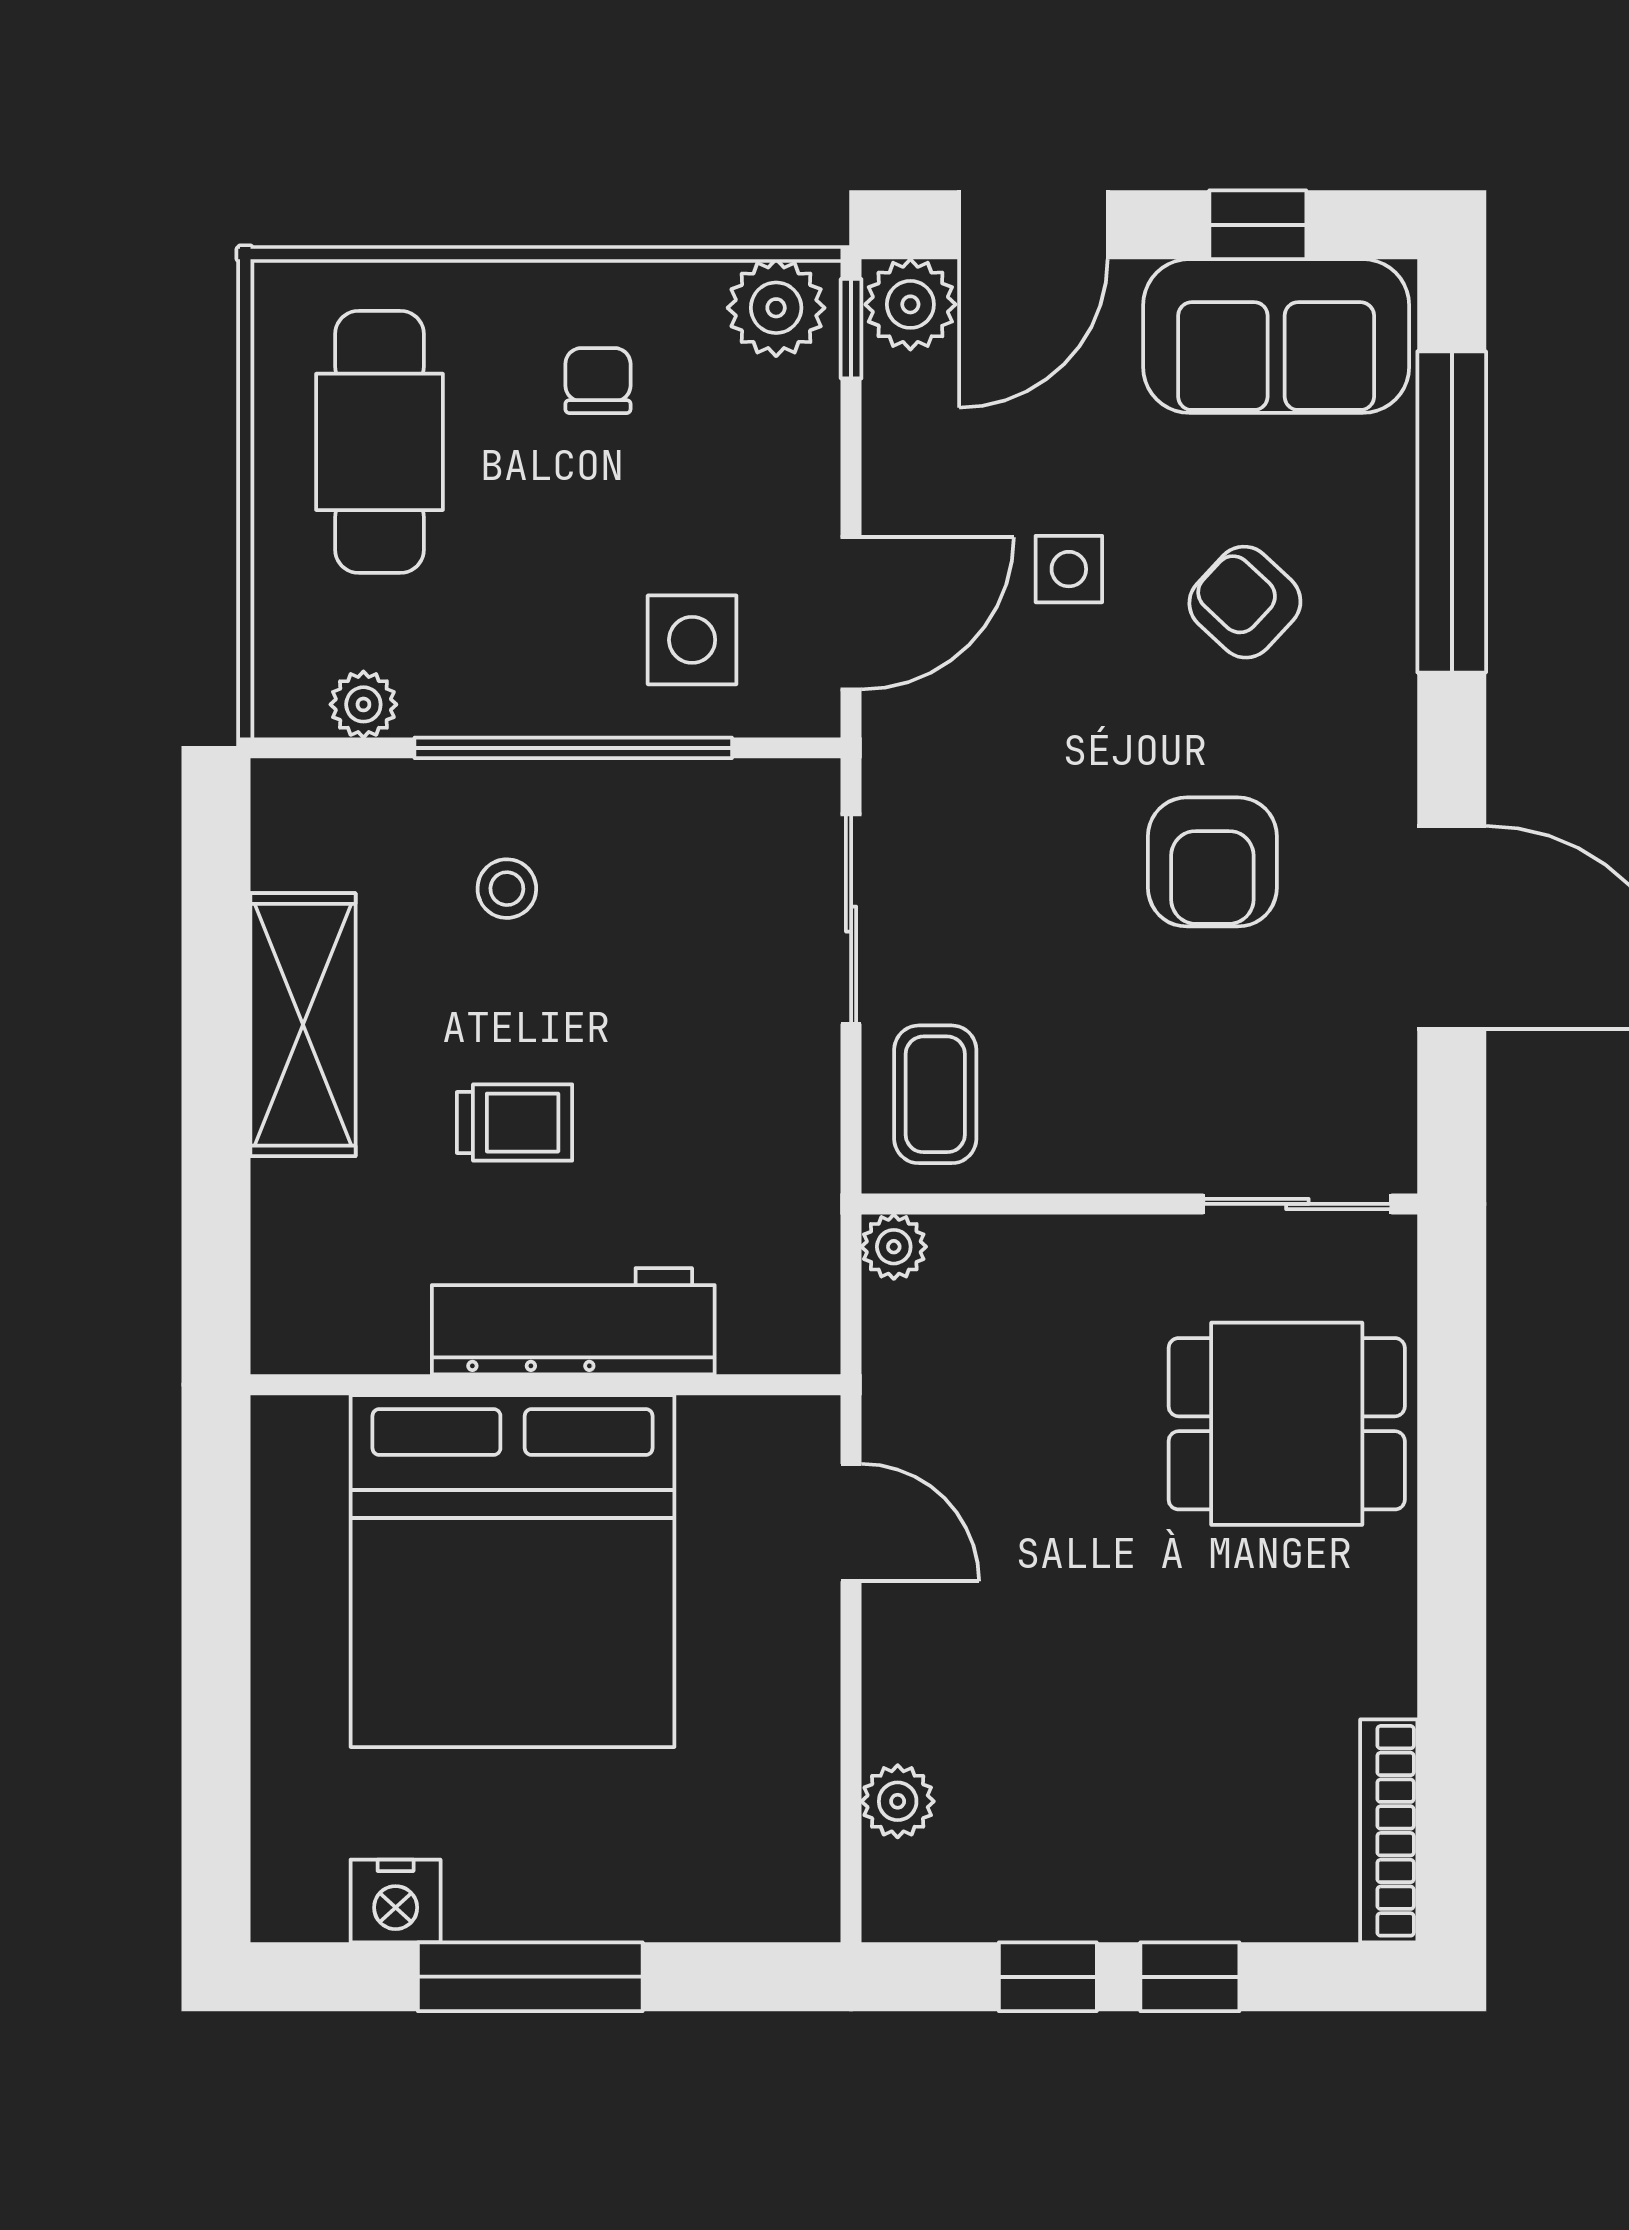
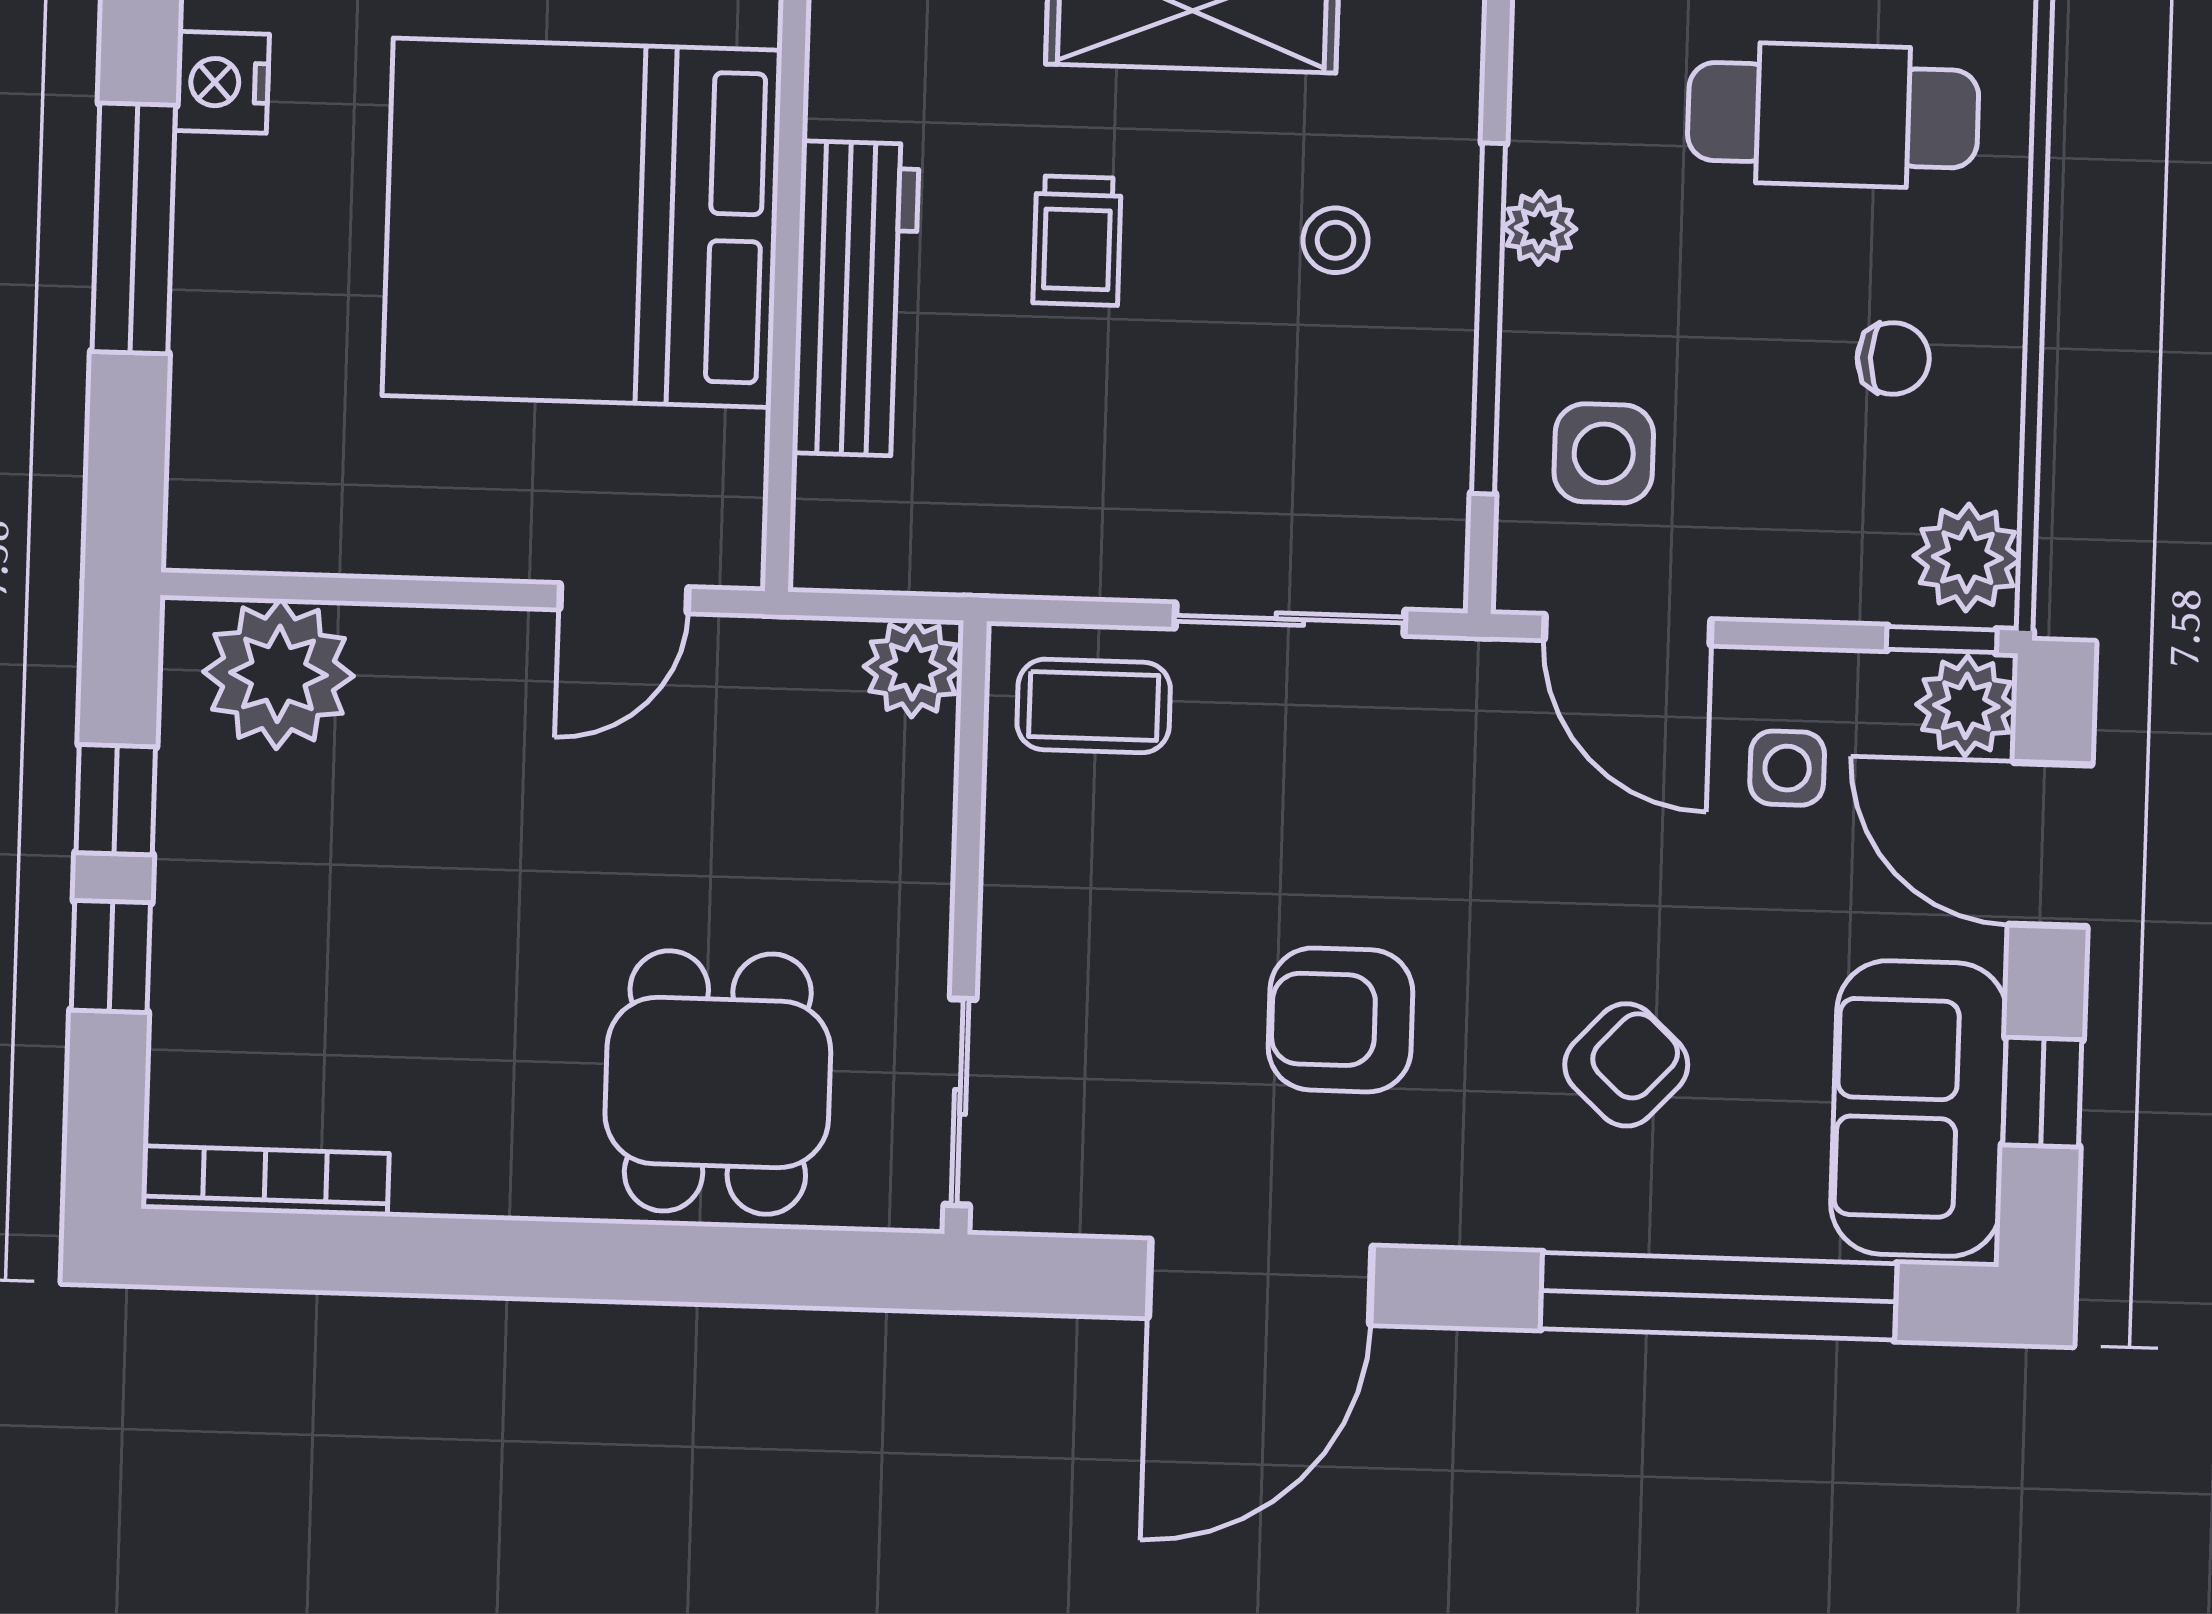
side table: (1069, 569) -> (1787, 768), moved
plant: (363, 704) -> (1539, 228), moved
plant: (894, 1247) -> (913, 668), width x1.38, depth x1.38
plant: (898, 1801) -> (279, 674), width x1.87, depth x1.87

